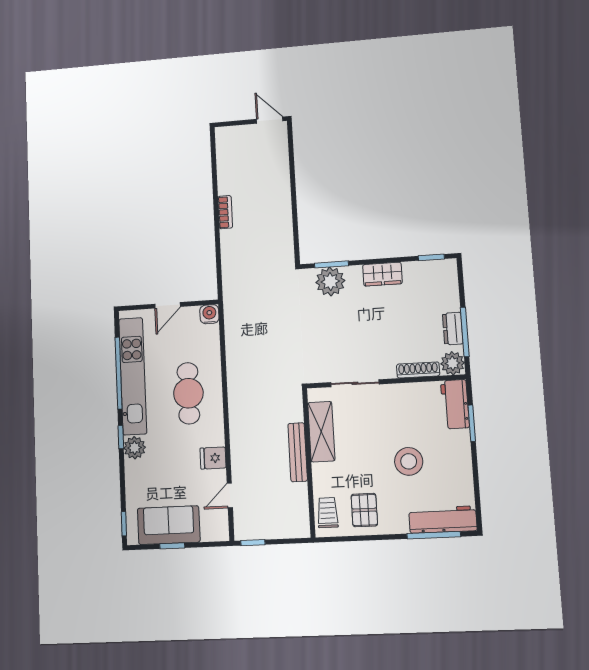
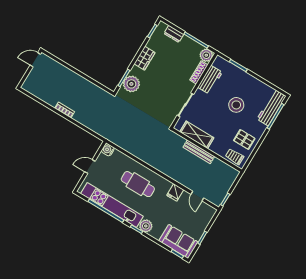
door: (168, 305) -> (90, 167), swing flipped
dresser: (453, 329) -> (174, 34), moved
workbench: (455, 404) -> (210, 80), moved, turned -90
sofa: (169, 525) -> (178, 241), moved, turned 90

